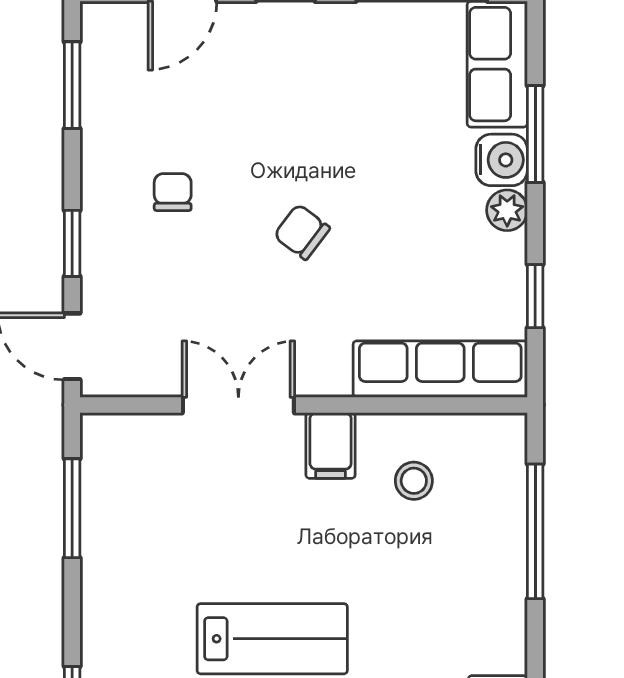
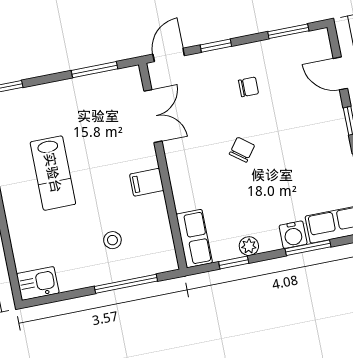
plant: (507, 210) -> (249, 246), moved
row of seats: (440, 369) -> (194, 239), width x0.68
double door: (238, 405) -> (153, 116), moved
stool: (414, 481) -> (112, 240), moved

